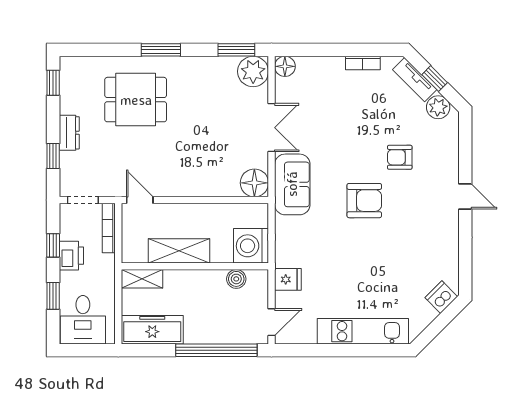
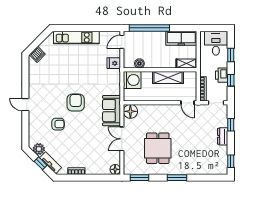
plant: (253, 71) -> (131, 167), removed
dining table: (136, 100) -> (158, 148), moved, turned 90
armchair: (364, 201) -> (76, 103), turned 90

